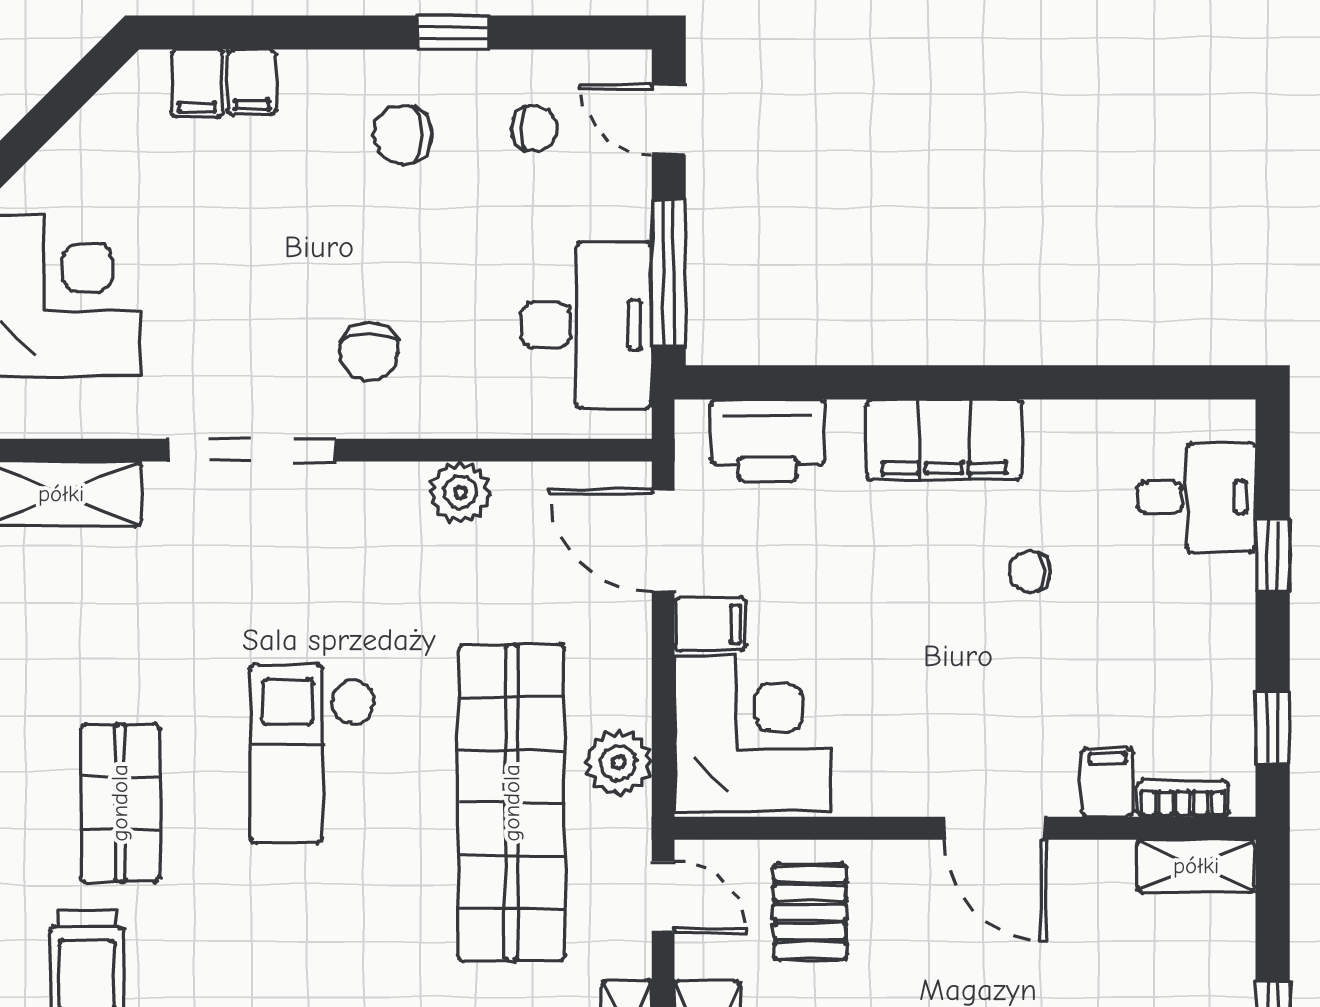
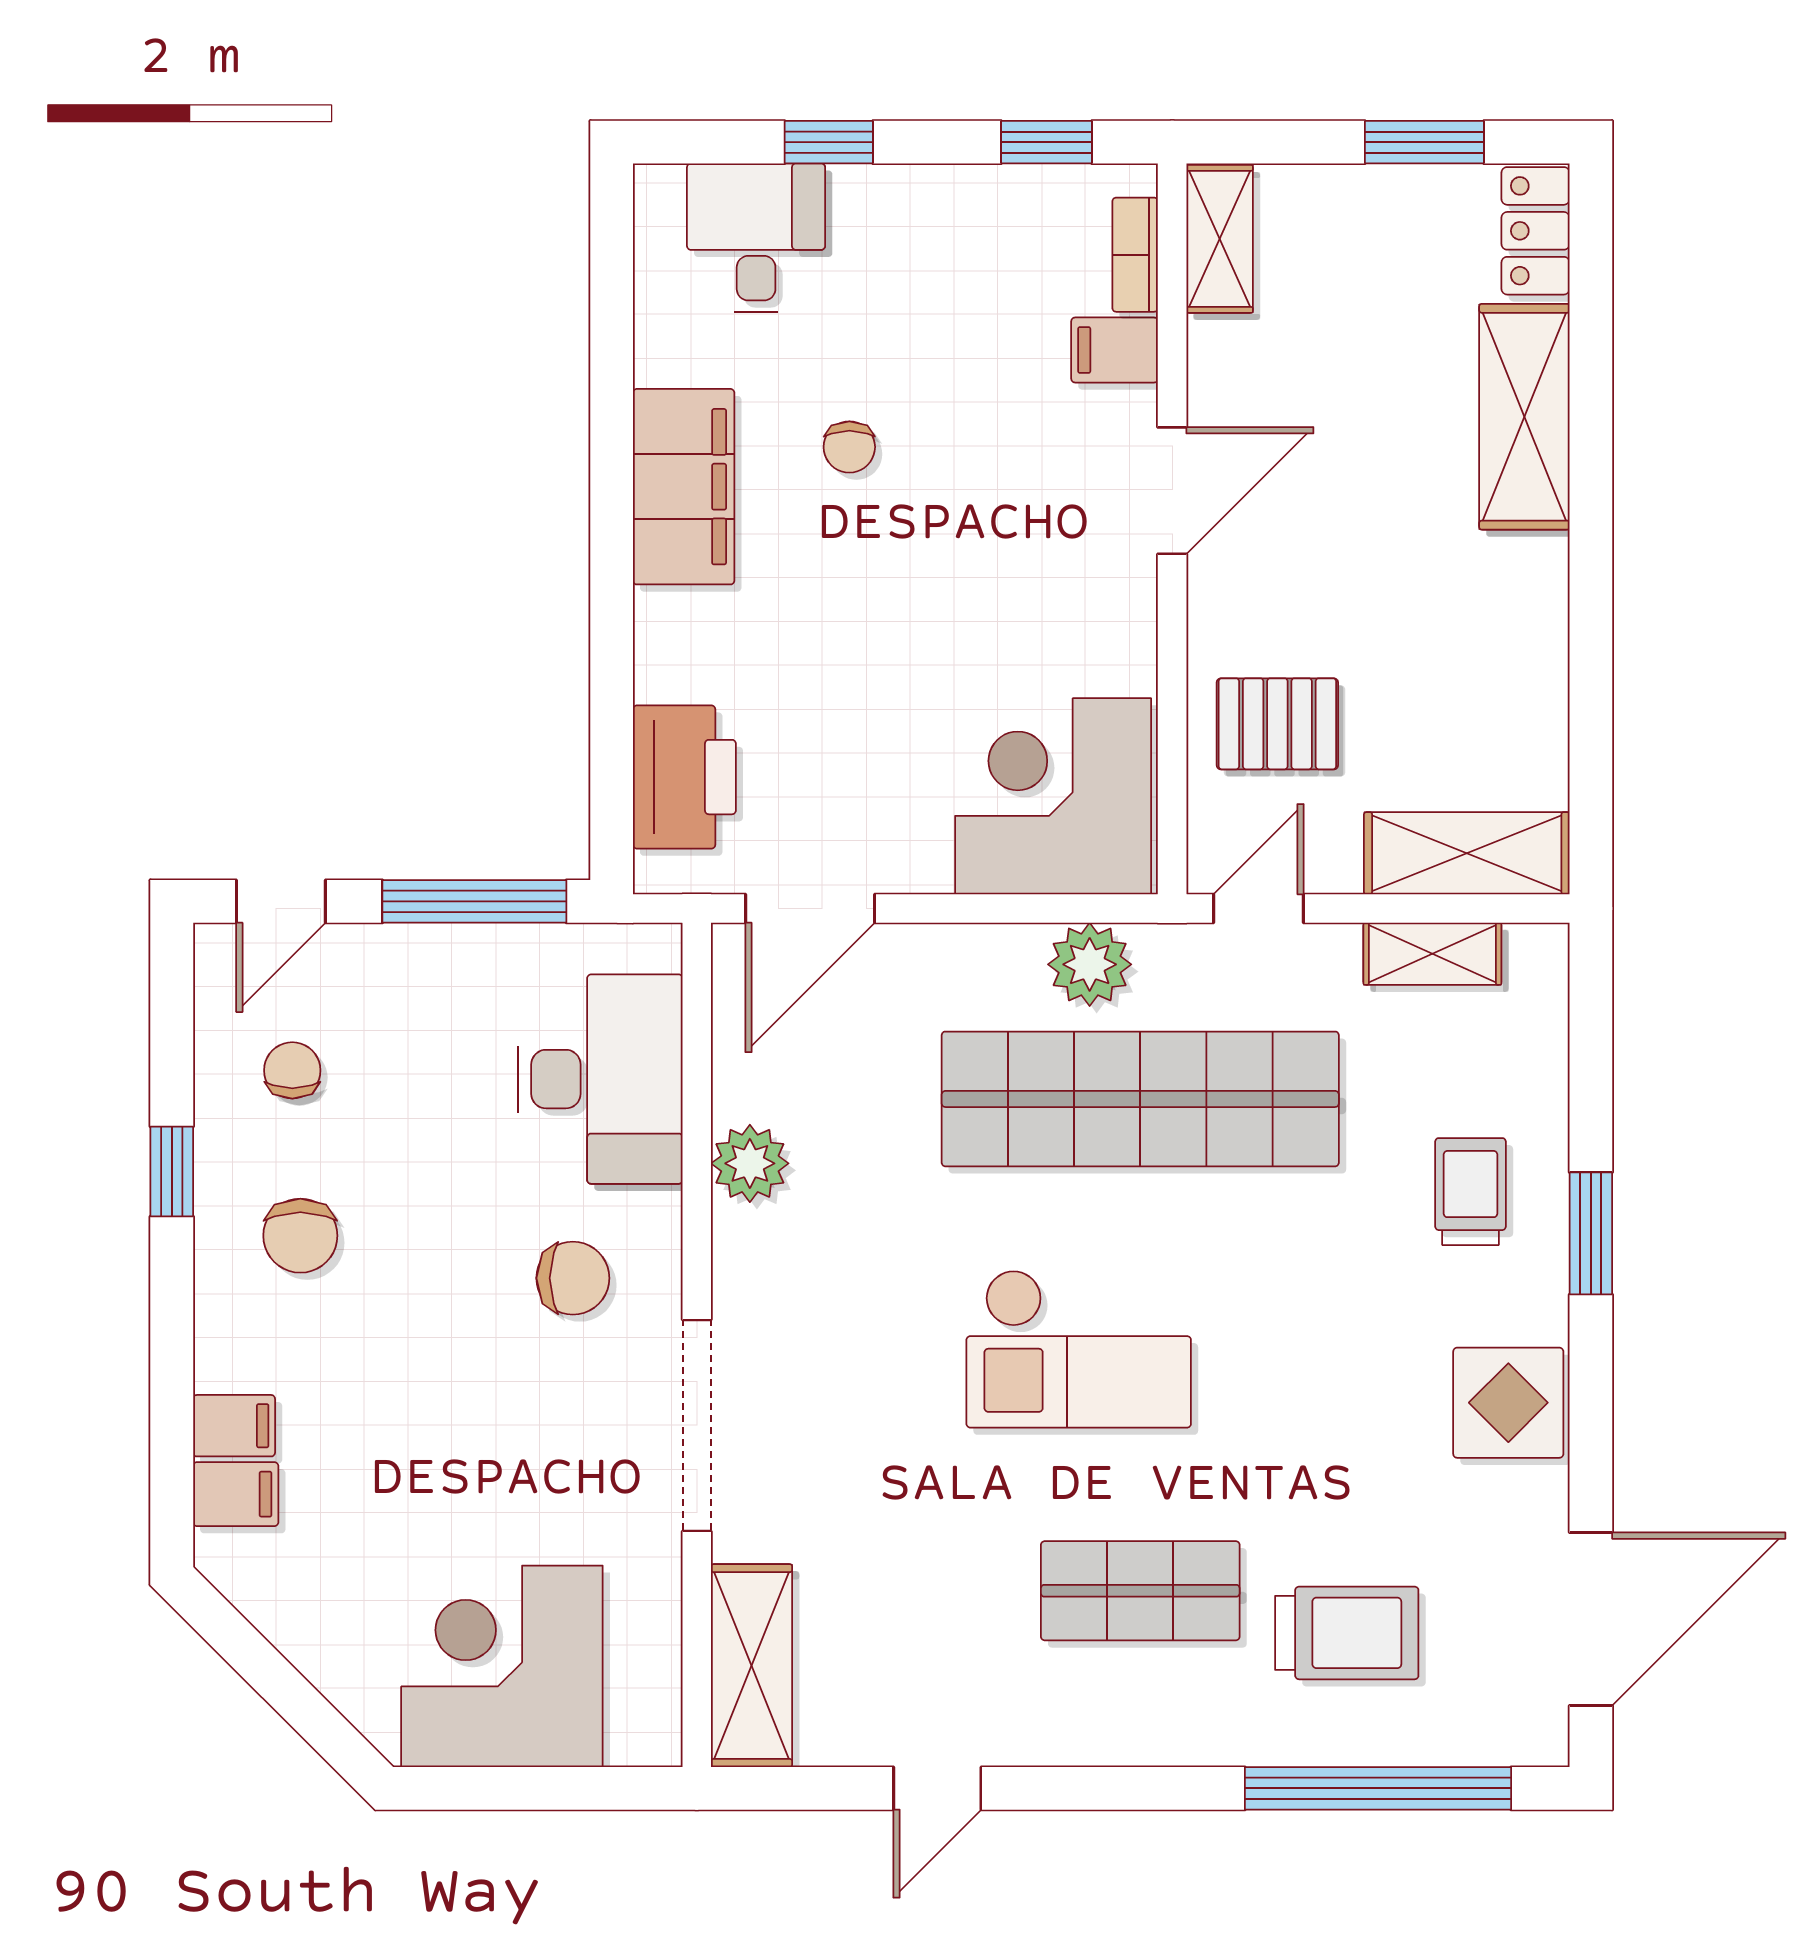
desk: (586, 325) -> (600, 1079), moved, turned 90
filing cabinet: (944, 440) -> (684, 487), moved
filing cabinet: (710, 624) -> (915, 849), removed

